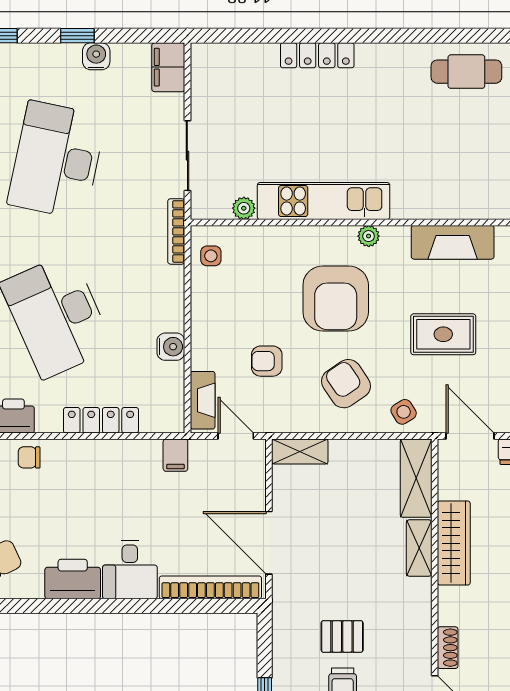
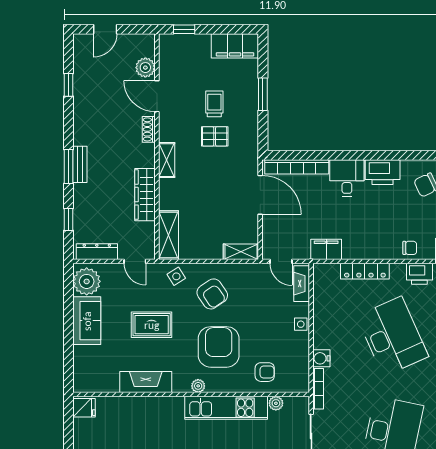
side table: (211, 256) -> (301, 324), moved
water cooler: (171, 347) -> (321, 358), moved
armchair: (267, 361) -> (265, 372), moved
door: (470, 436) -> (135, 261), width x0.73
filing cabinet: (175, 455) -> (326, 249), width x2.00
shelving: (419, 548) -> (167, 160), moved

